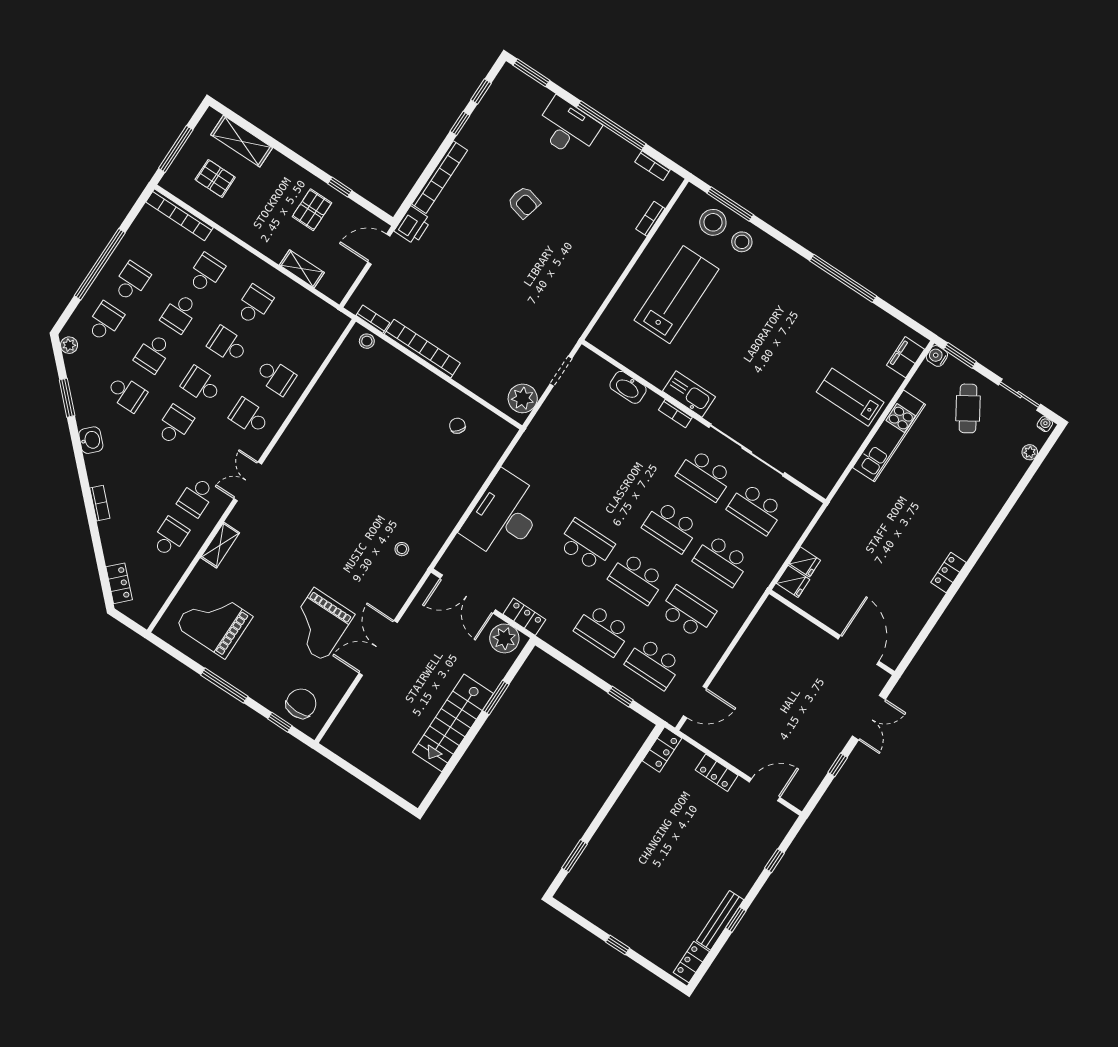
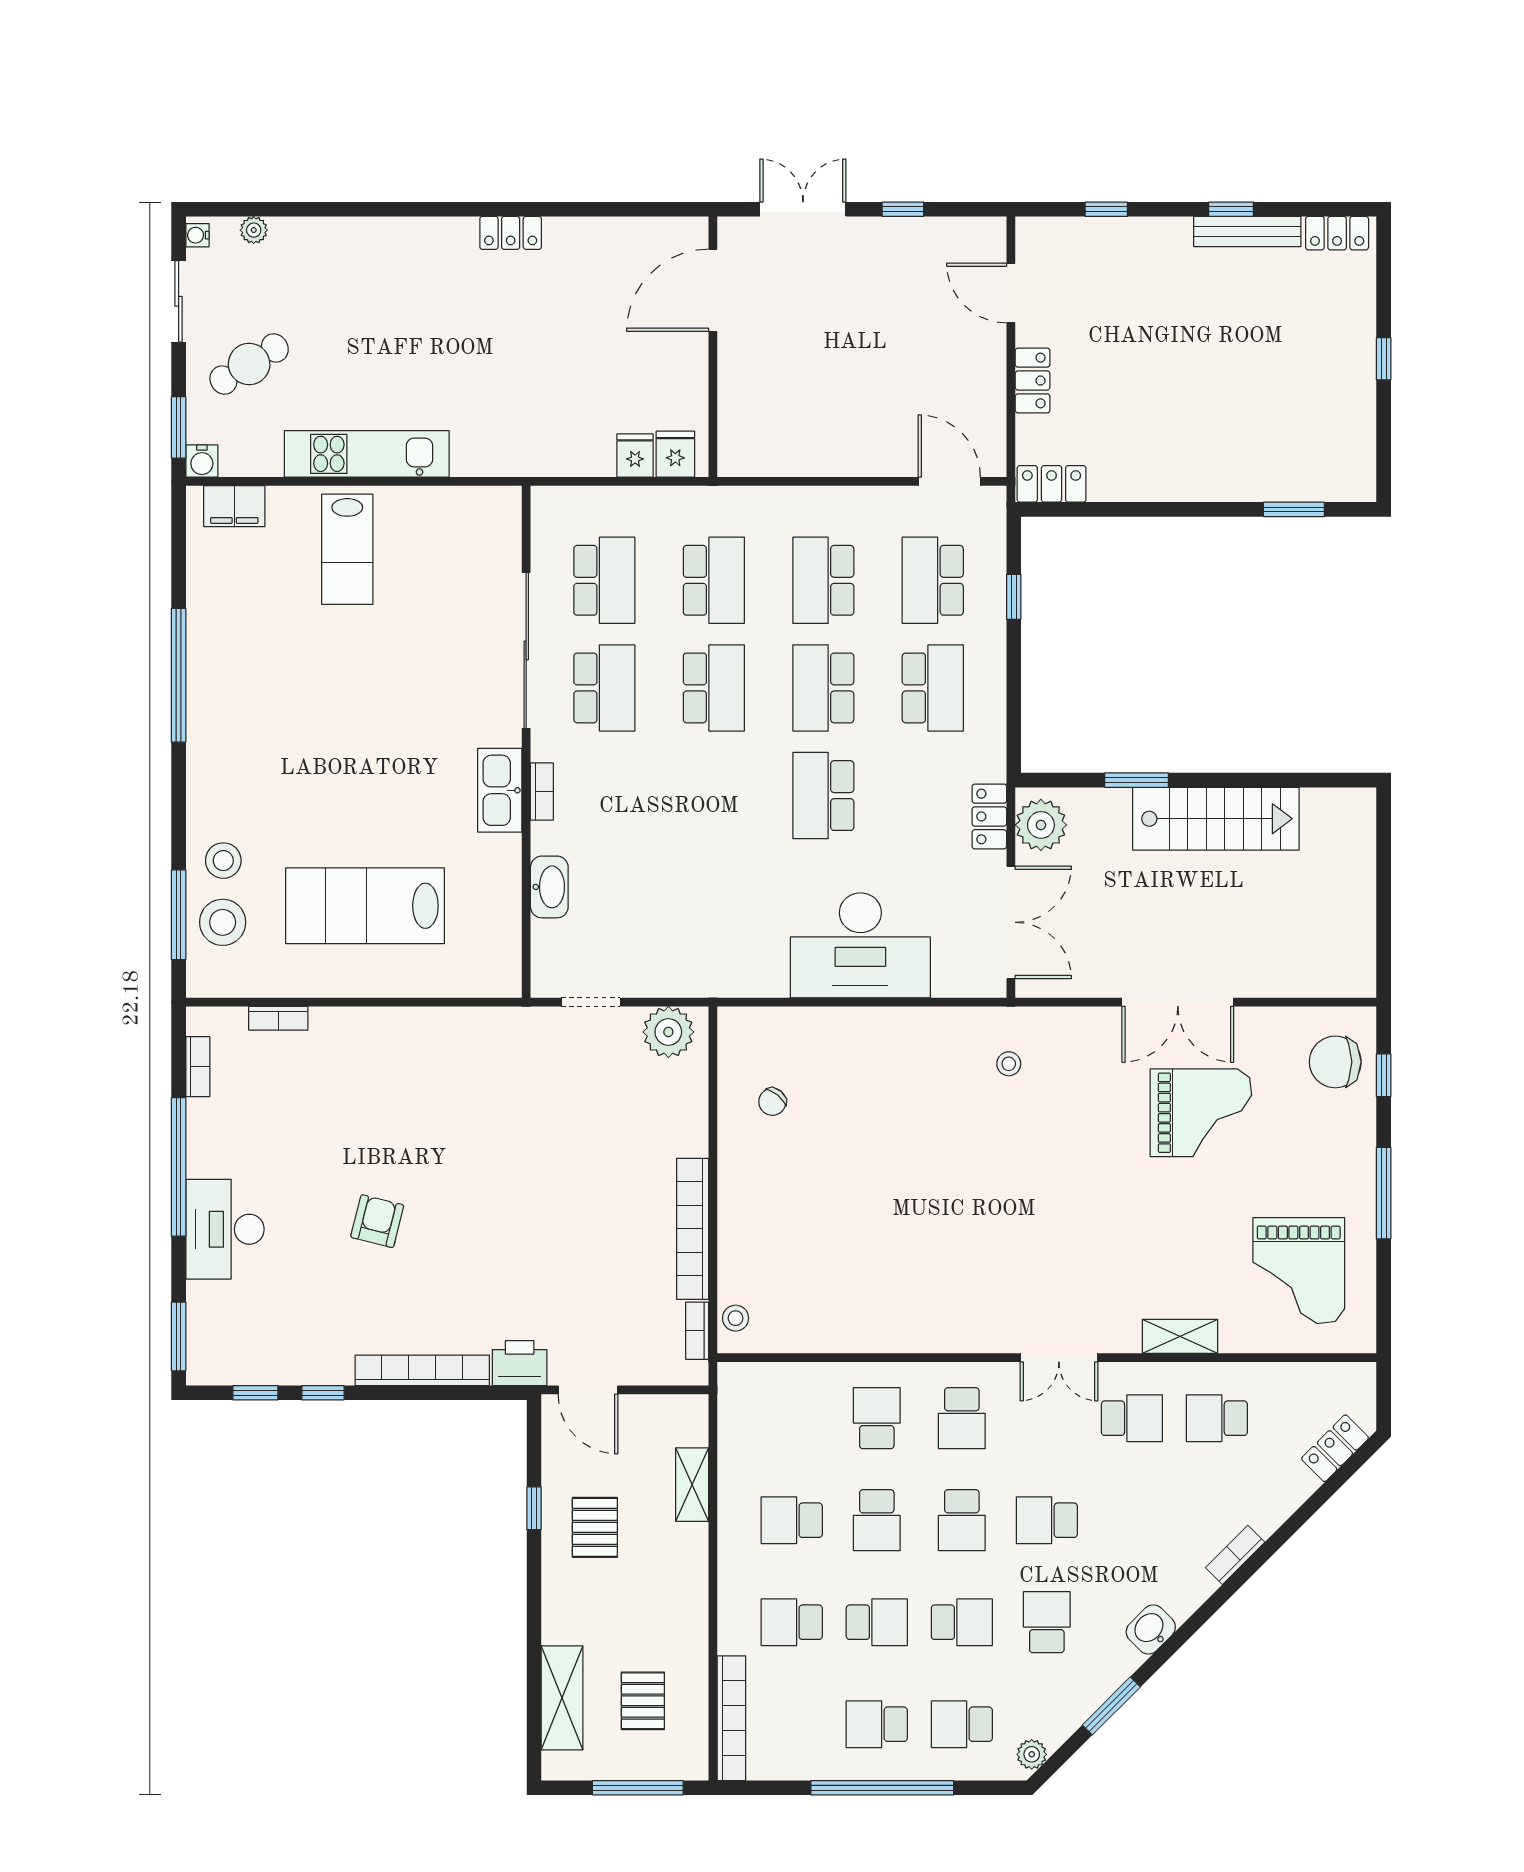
pallet: (312, 210) -> (595, 1527), turned 90
school desk: (637, 578) -> (823, 688), turned 180
school desk: (653, 664) -> (933, 580), turned 180

